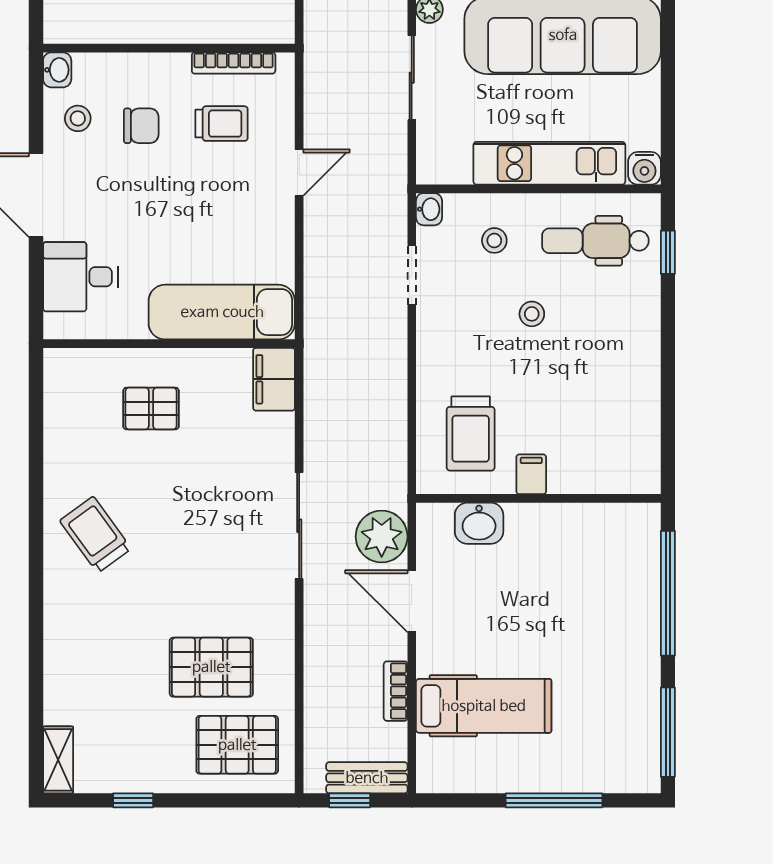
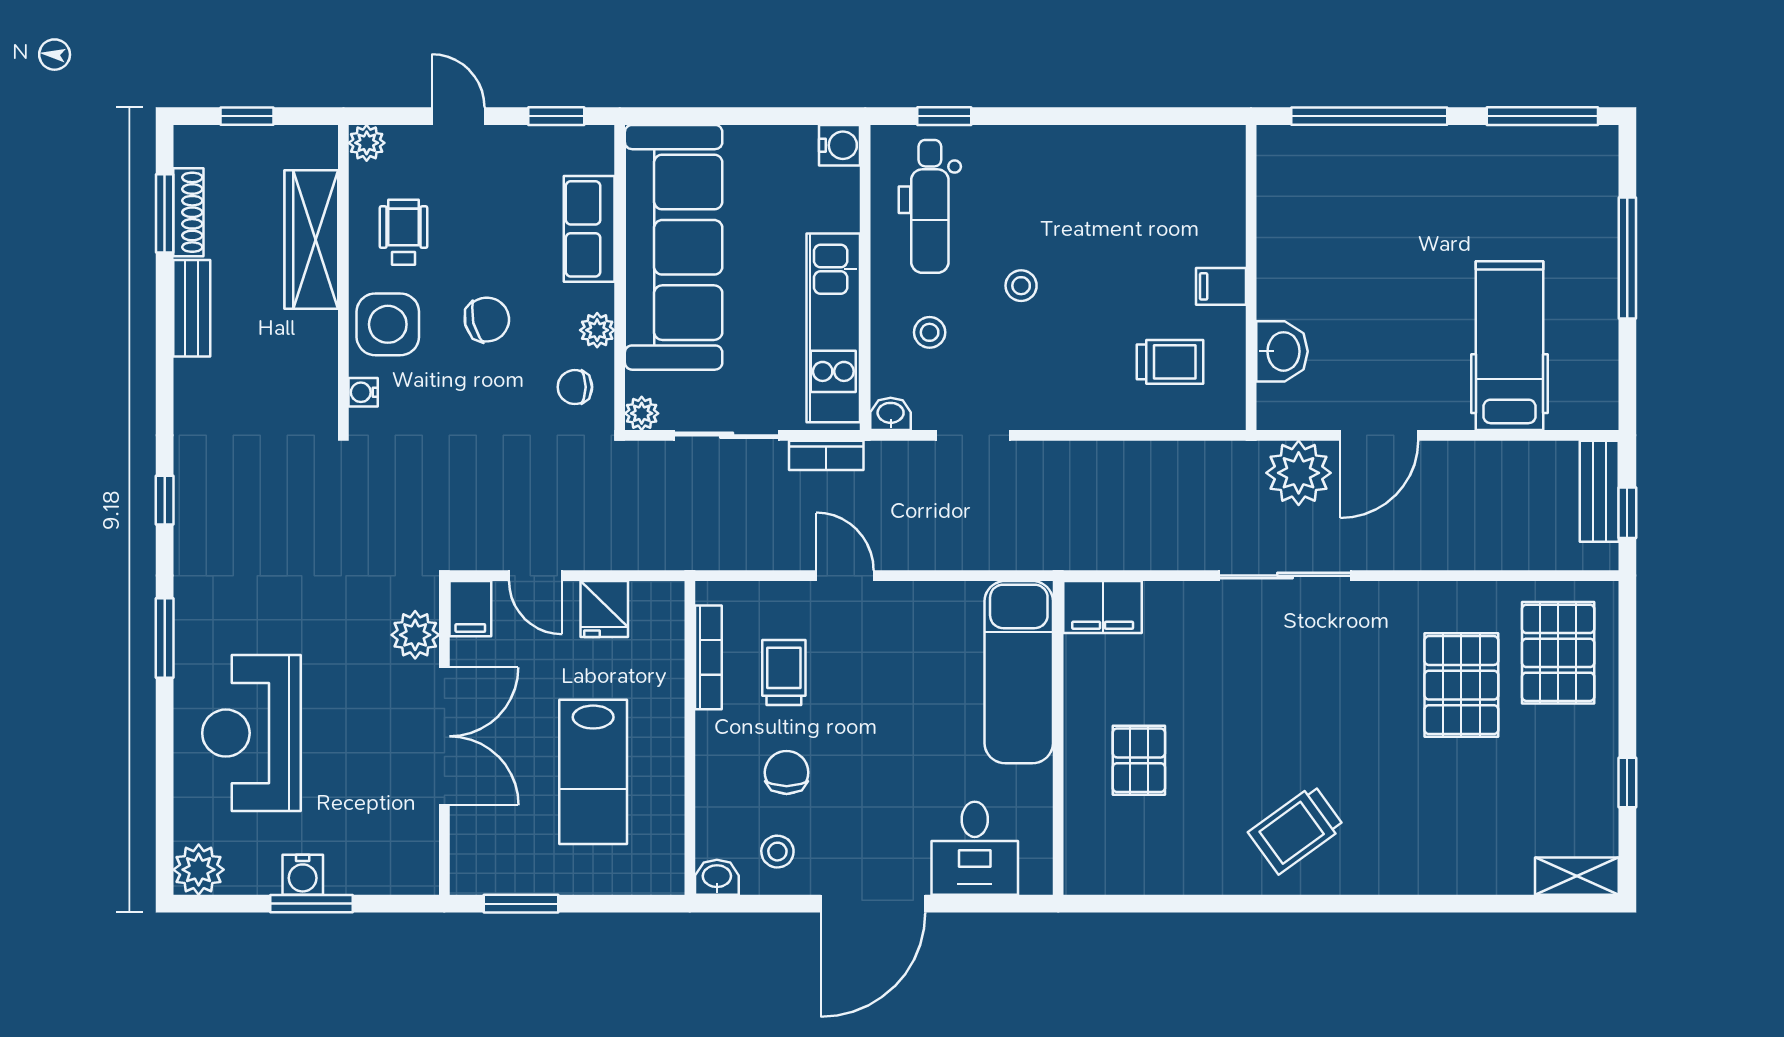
kitchen unit: (549, 163) -> (833, 328), moved
trolley: (471, 433) -> (1170, 362), width x0.73, depth x0.72
bookcase: (396, 691) -> (826, 455), moved

